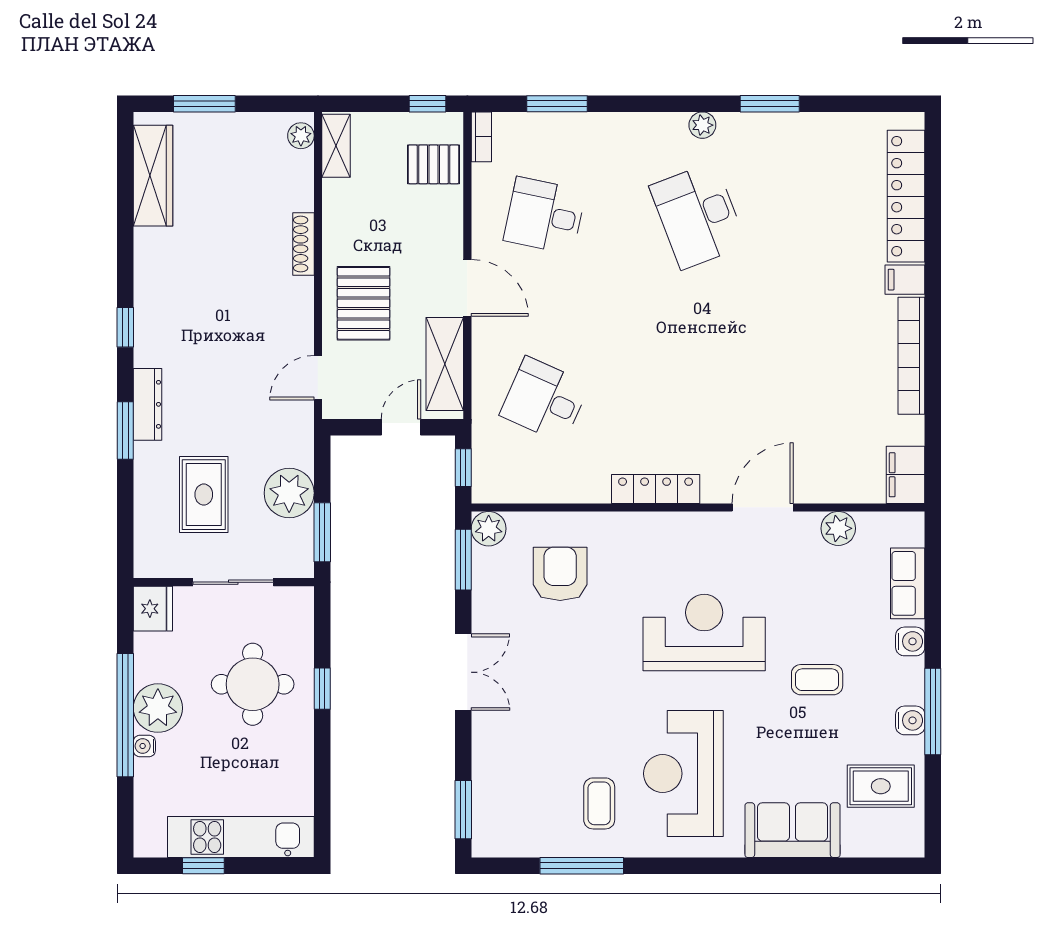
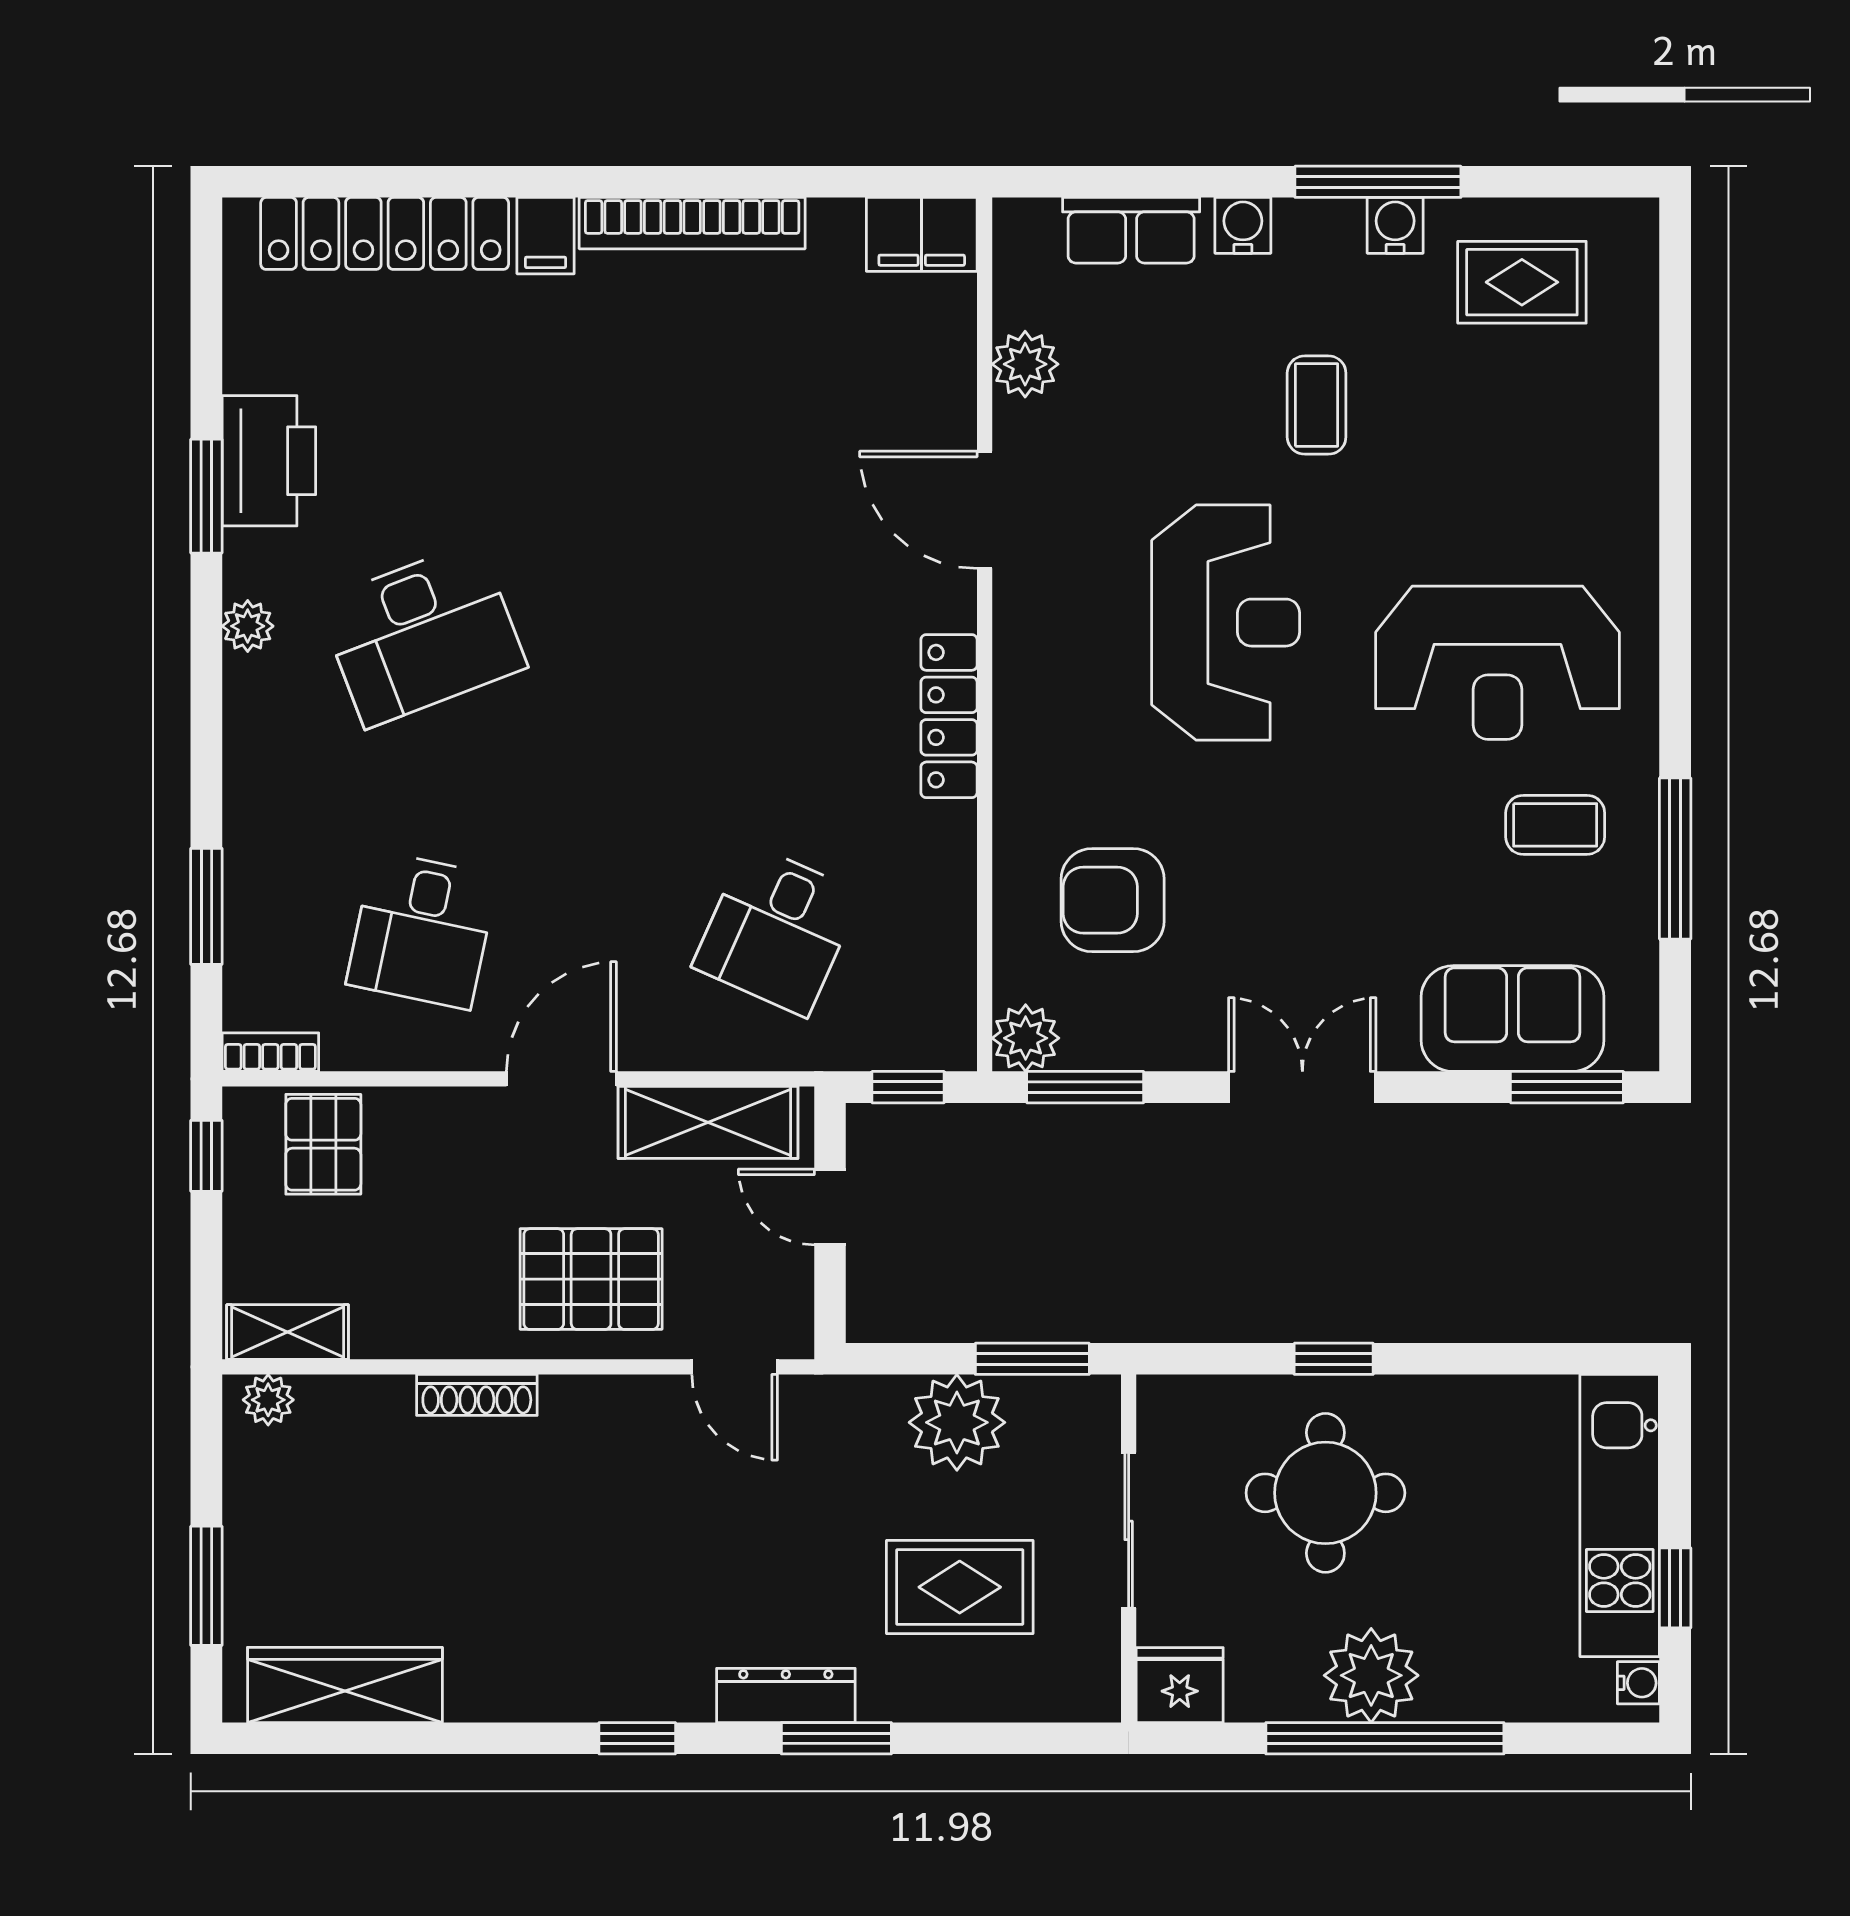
printer: (788, 136) -> (269, 461), added
reception desk: (704, 632) -> (1226, 623), turned 180
water cooler: (144, 746) -> (1638, 1683), moved, turned -90
rug: (881, 786) -> (1522, 282), turned 90
sofa: (792, 830) -> (1512, 1019), moved, turned 90

